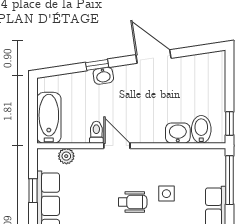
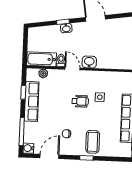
bathtub: (49, 118) -> (42, 59), moved, turned -90
bidet: (201, 129) -> (121, 61), removed
washbasin: (178, 133) -> (89, 62), moved

